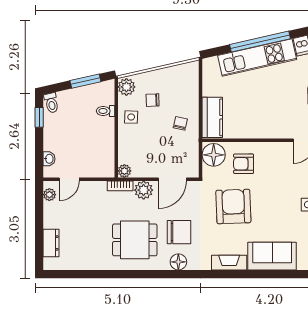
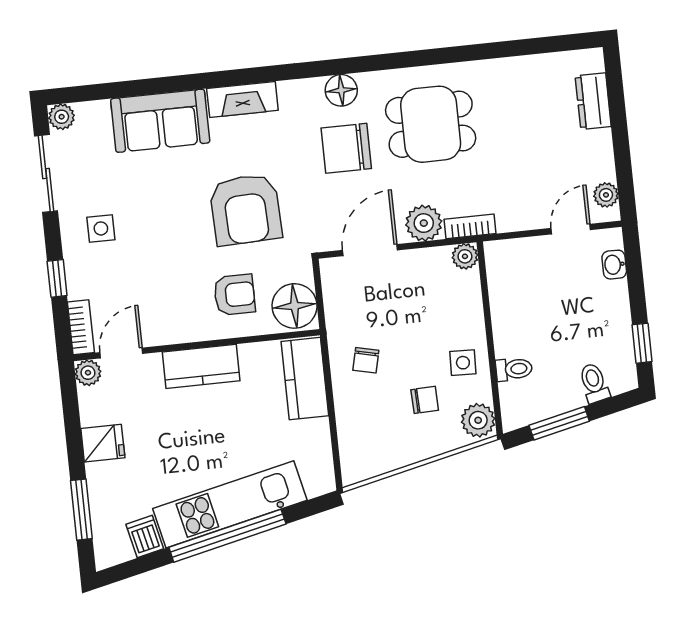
toilet: (51, 103) -> (594, 383), moved
kitchen counter: (264, 129) -> (201, 366), added

